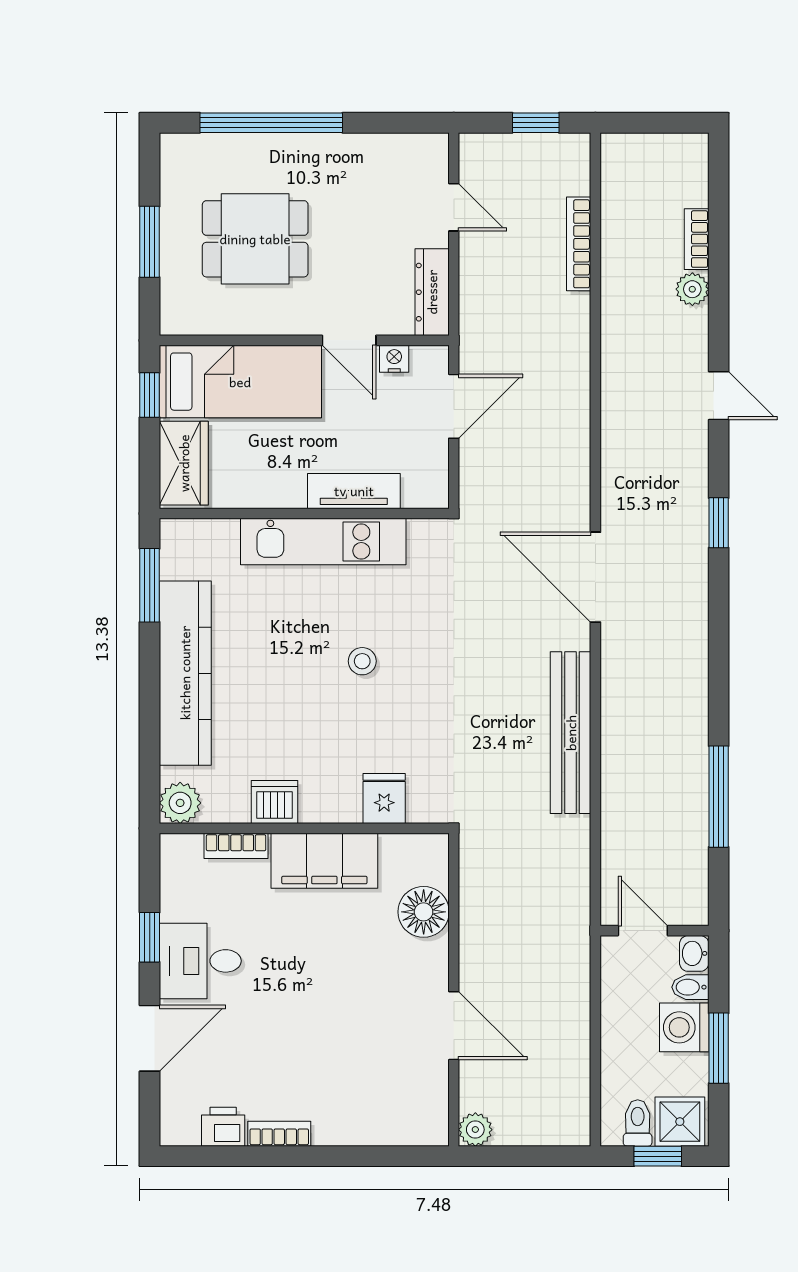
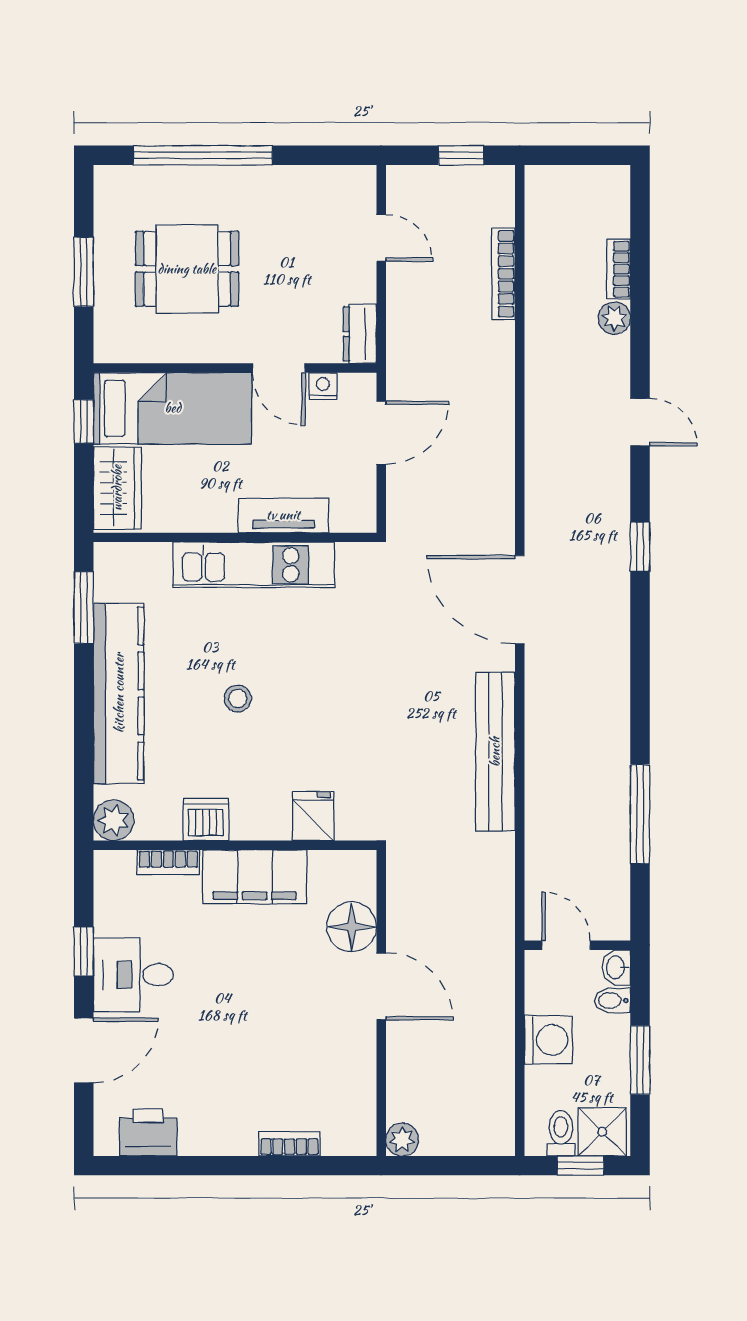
dresser: (432, 292) -> (360, 334), width x0.70
stool: (362, 661) -> (238, 698), moved
door: (454, 1026) -> (381, 986), moved
washing machine: (684, 1027) -> (548, 1040), moved, turned 180
printer: (223, 1127) -> (148, 1132), width x1.36, depth x1.24
bookcase: (279, 1134) -> (290, 1144), moved

